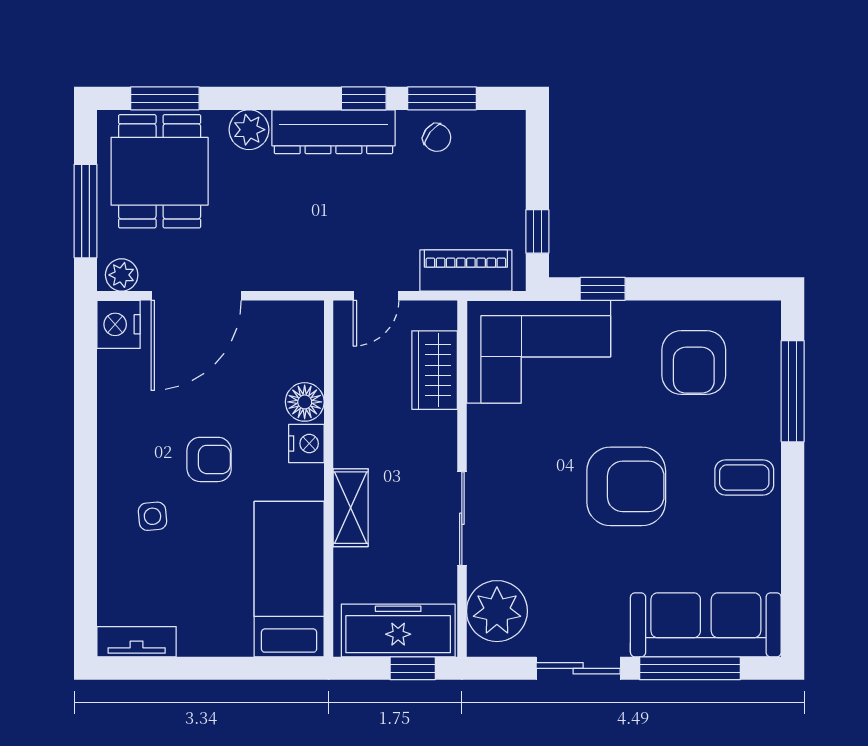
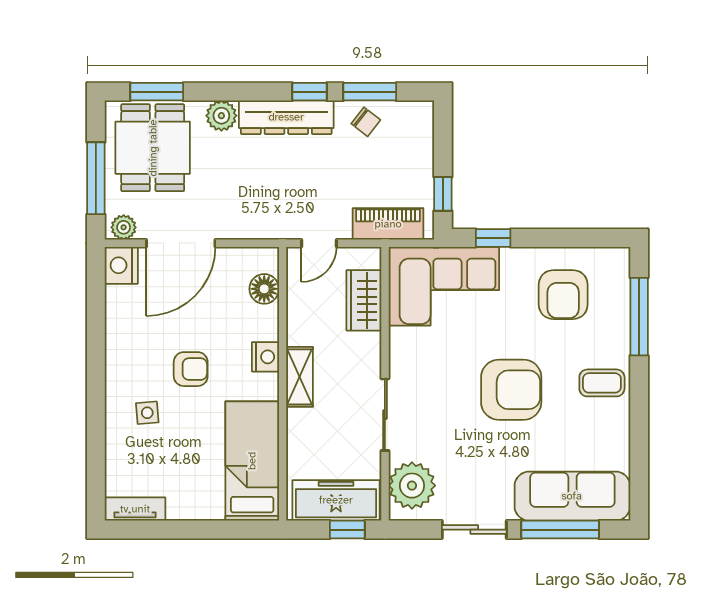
floor lamp: (305, 402) -> (264, 289), moved
shelving: (351, 508) -> (299, 377), moved

